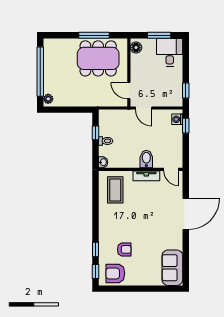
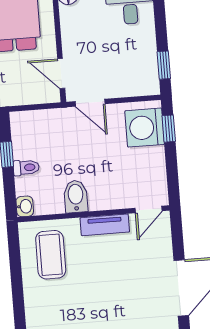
washing machine: (177, 119) -> (145, 128), width x1.89, depth x1.89
bidet: (146, 159) -> (76, 196), moved
door: (171, 169) -> (149, 210), hinge flipped

